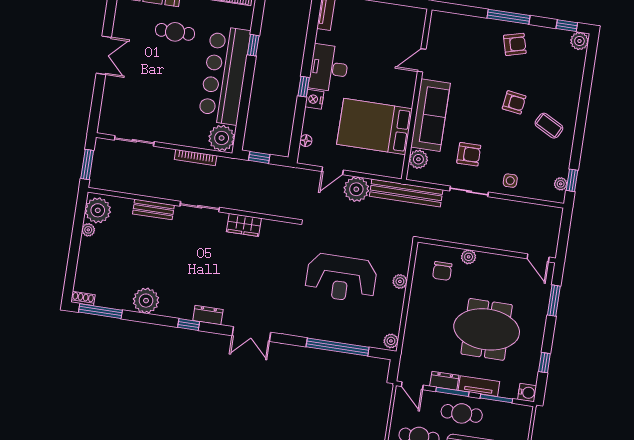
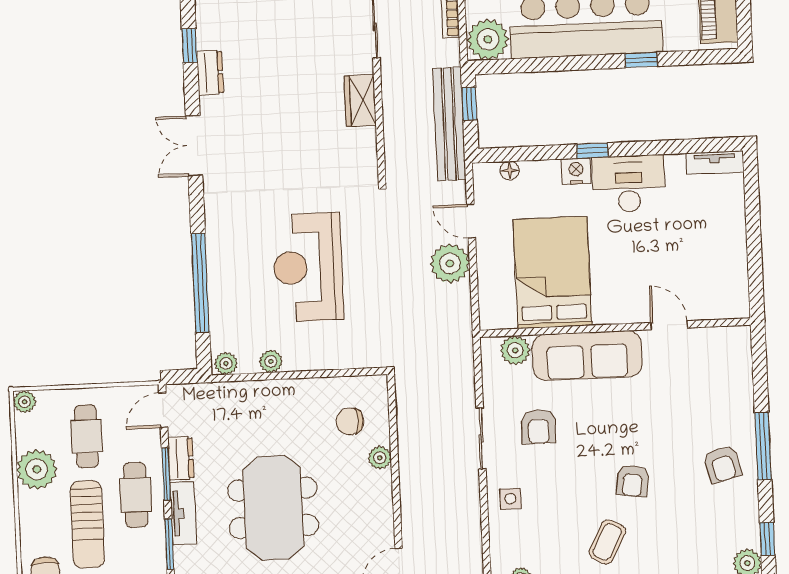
bench: (406, 193) -> (449, 124), moved
plant: (400, 281) -> (271, 361), moved

